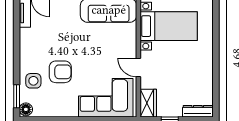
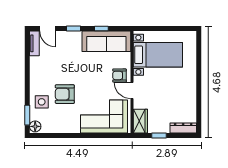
armchair: (124, 50) -> (119, 75), added
armchair: (60, 72) -> (65, 94), turned 180

